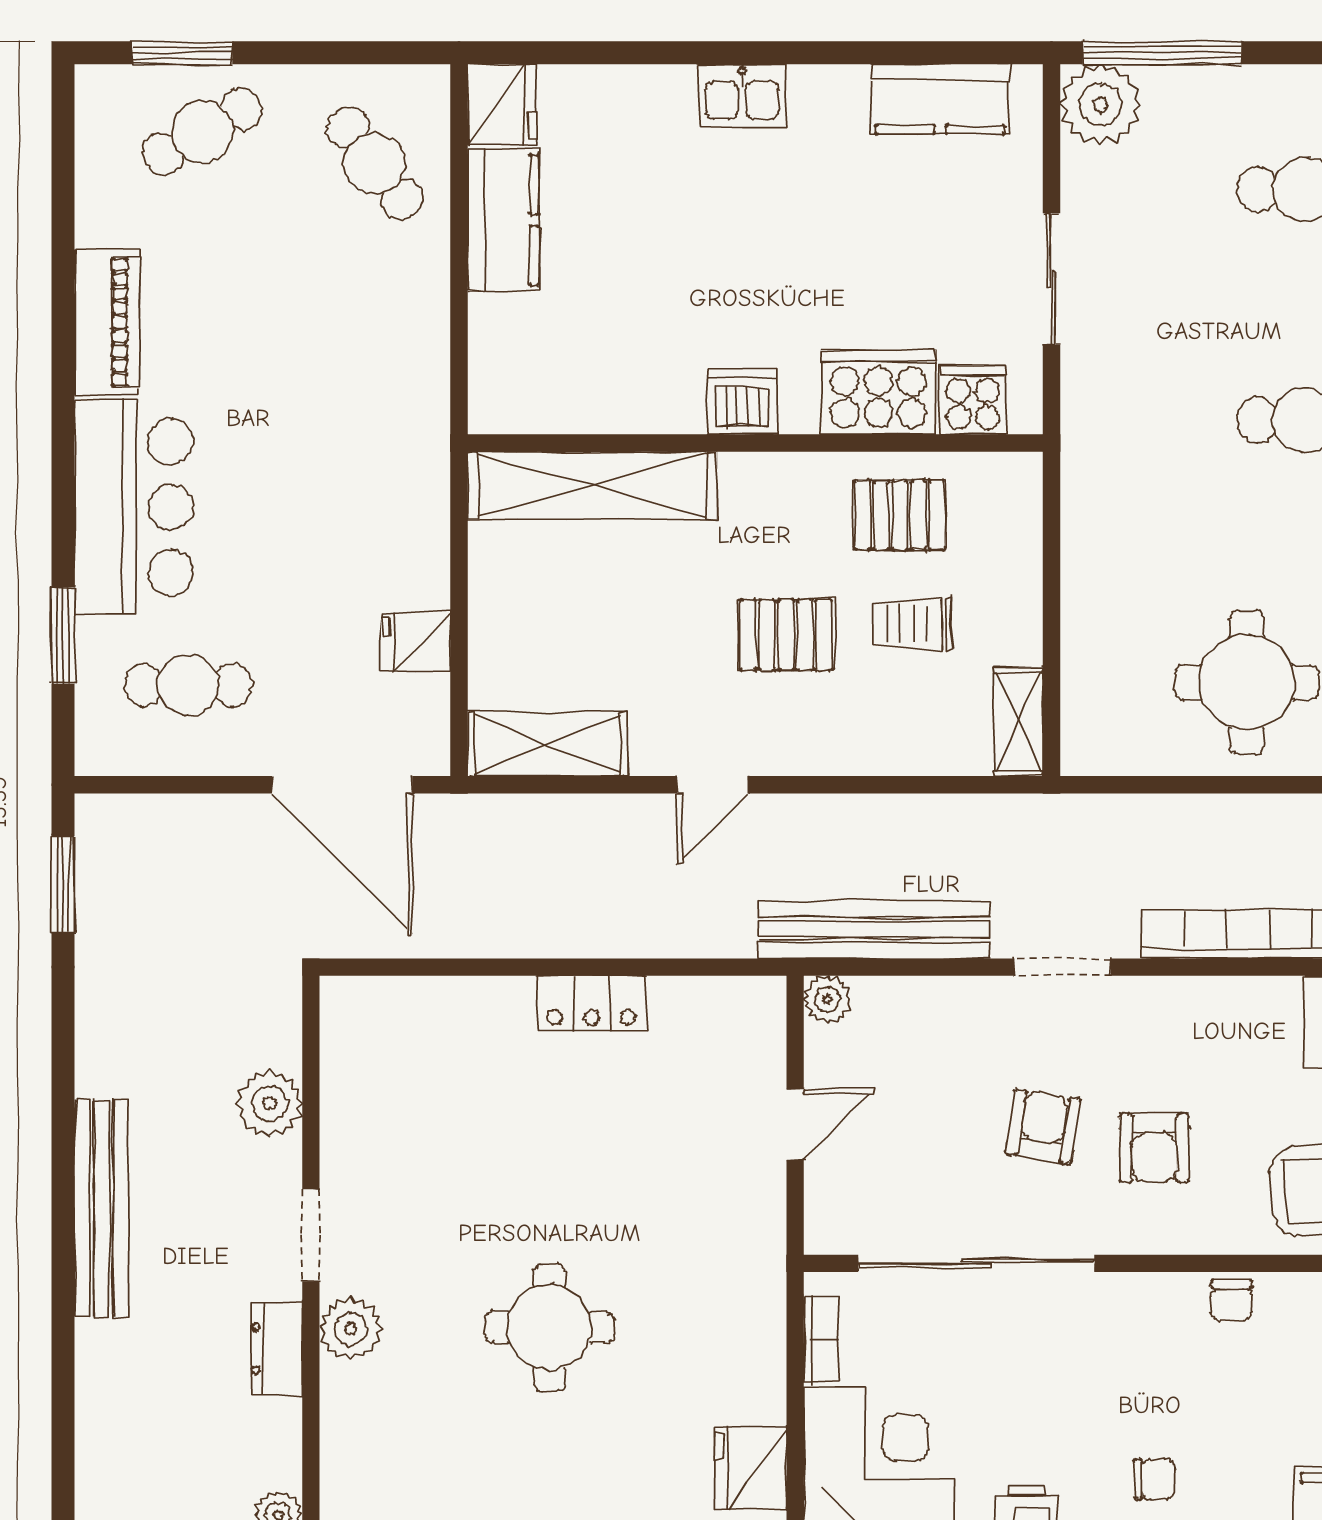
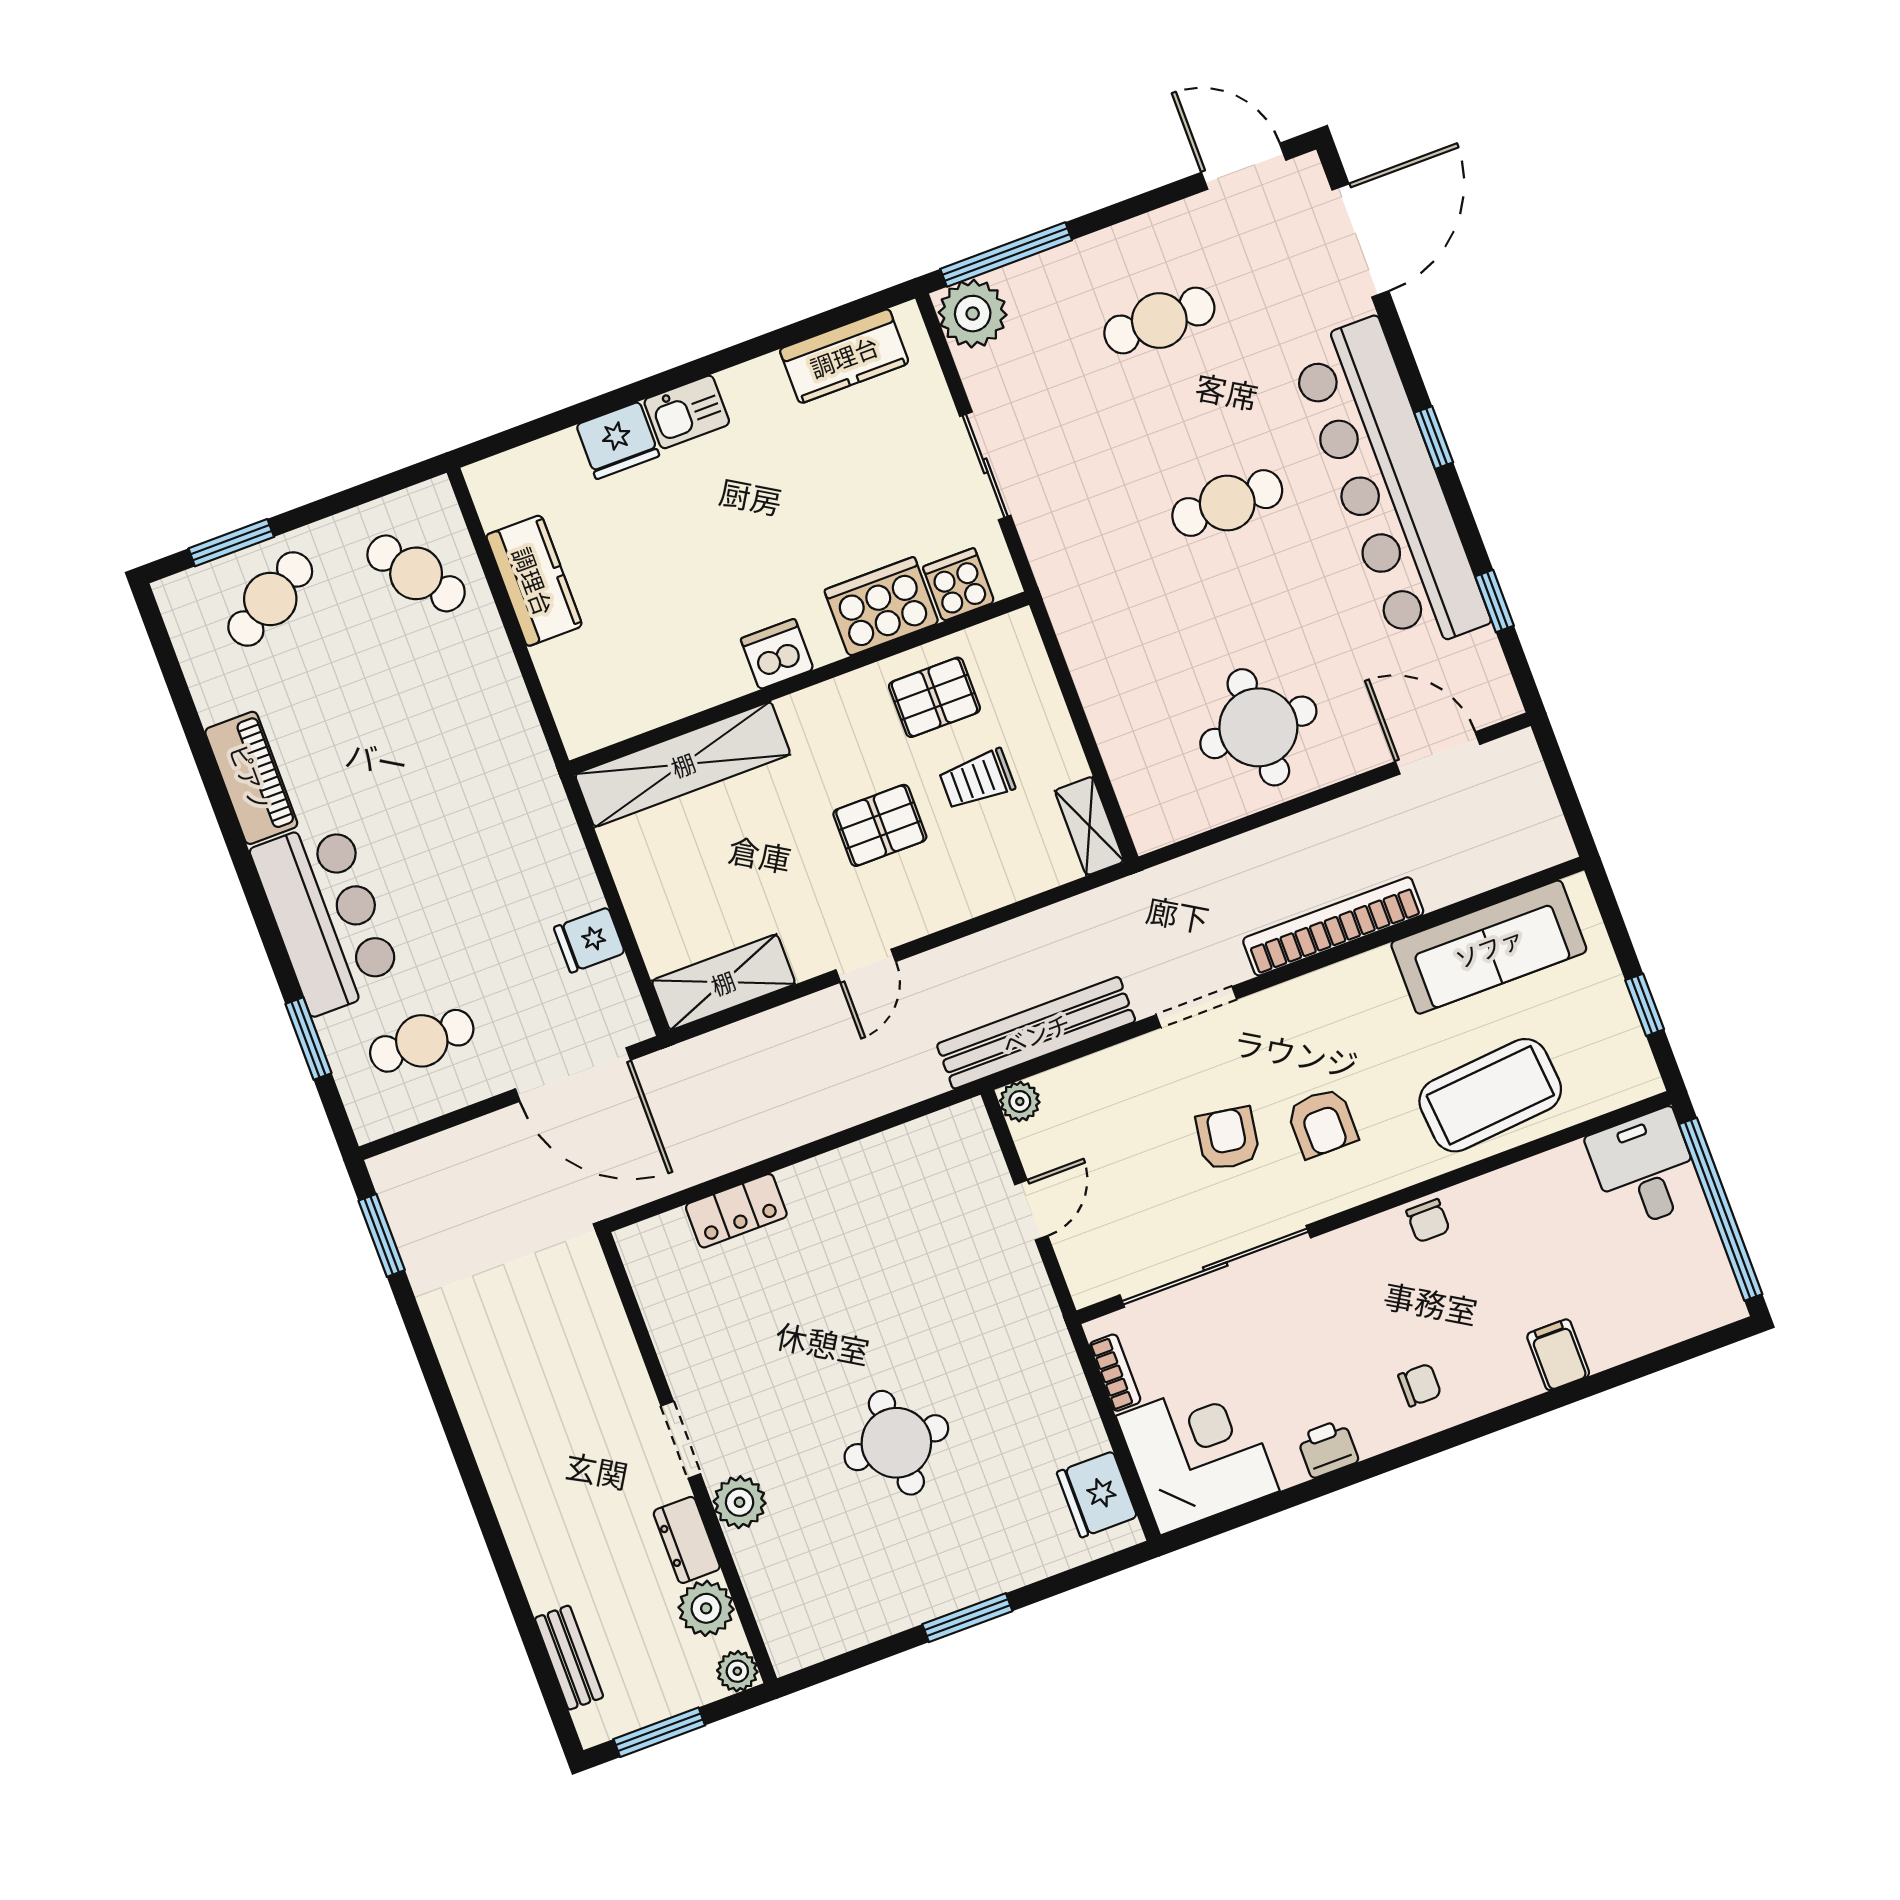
fridge: (502, 104) -> (618, 440), moved, turned 90
locker: (591, 1004) -> (736, 1211), moved
plant: (269, 1104) -> (706, 1608), moved
bench: (102, 1208) -> (569, 1658), moved, width x0.54, depth x0.82

